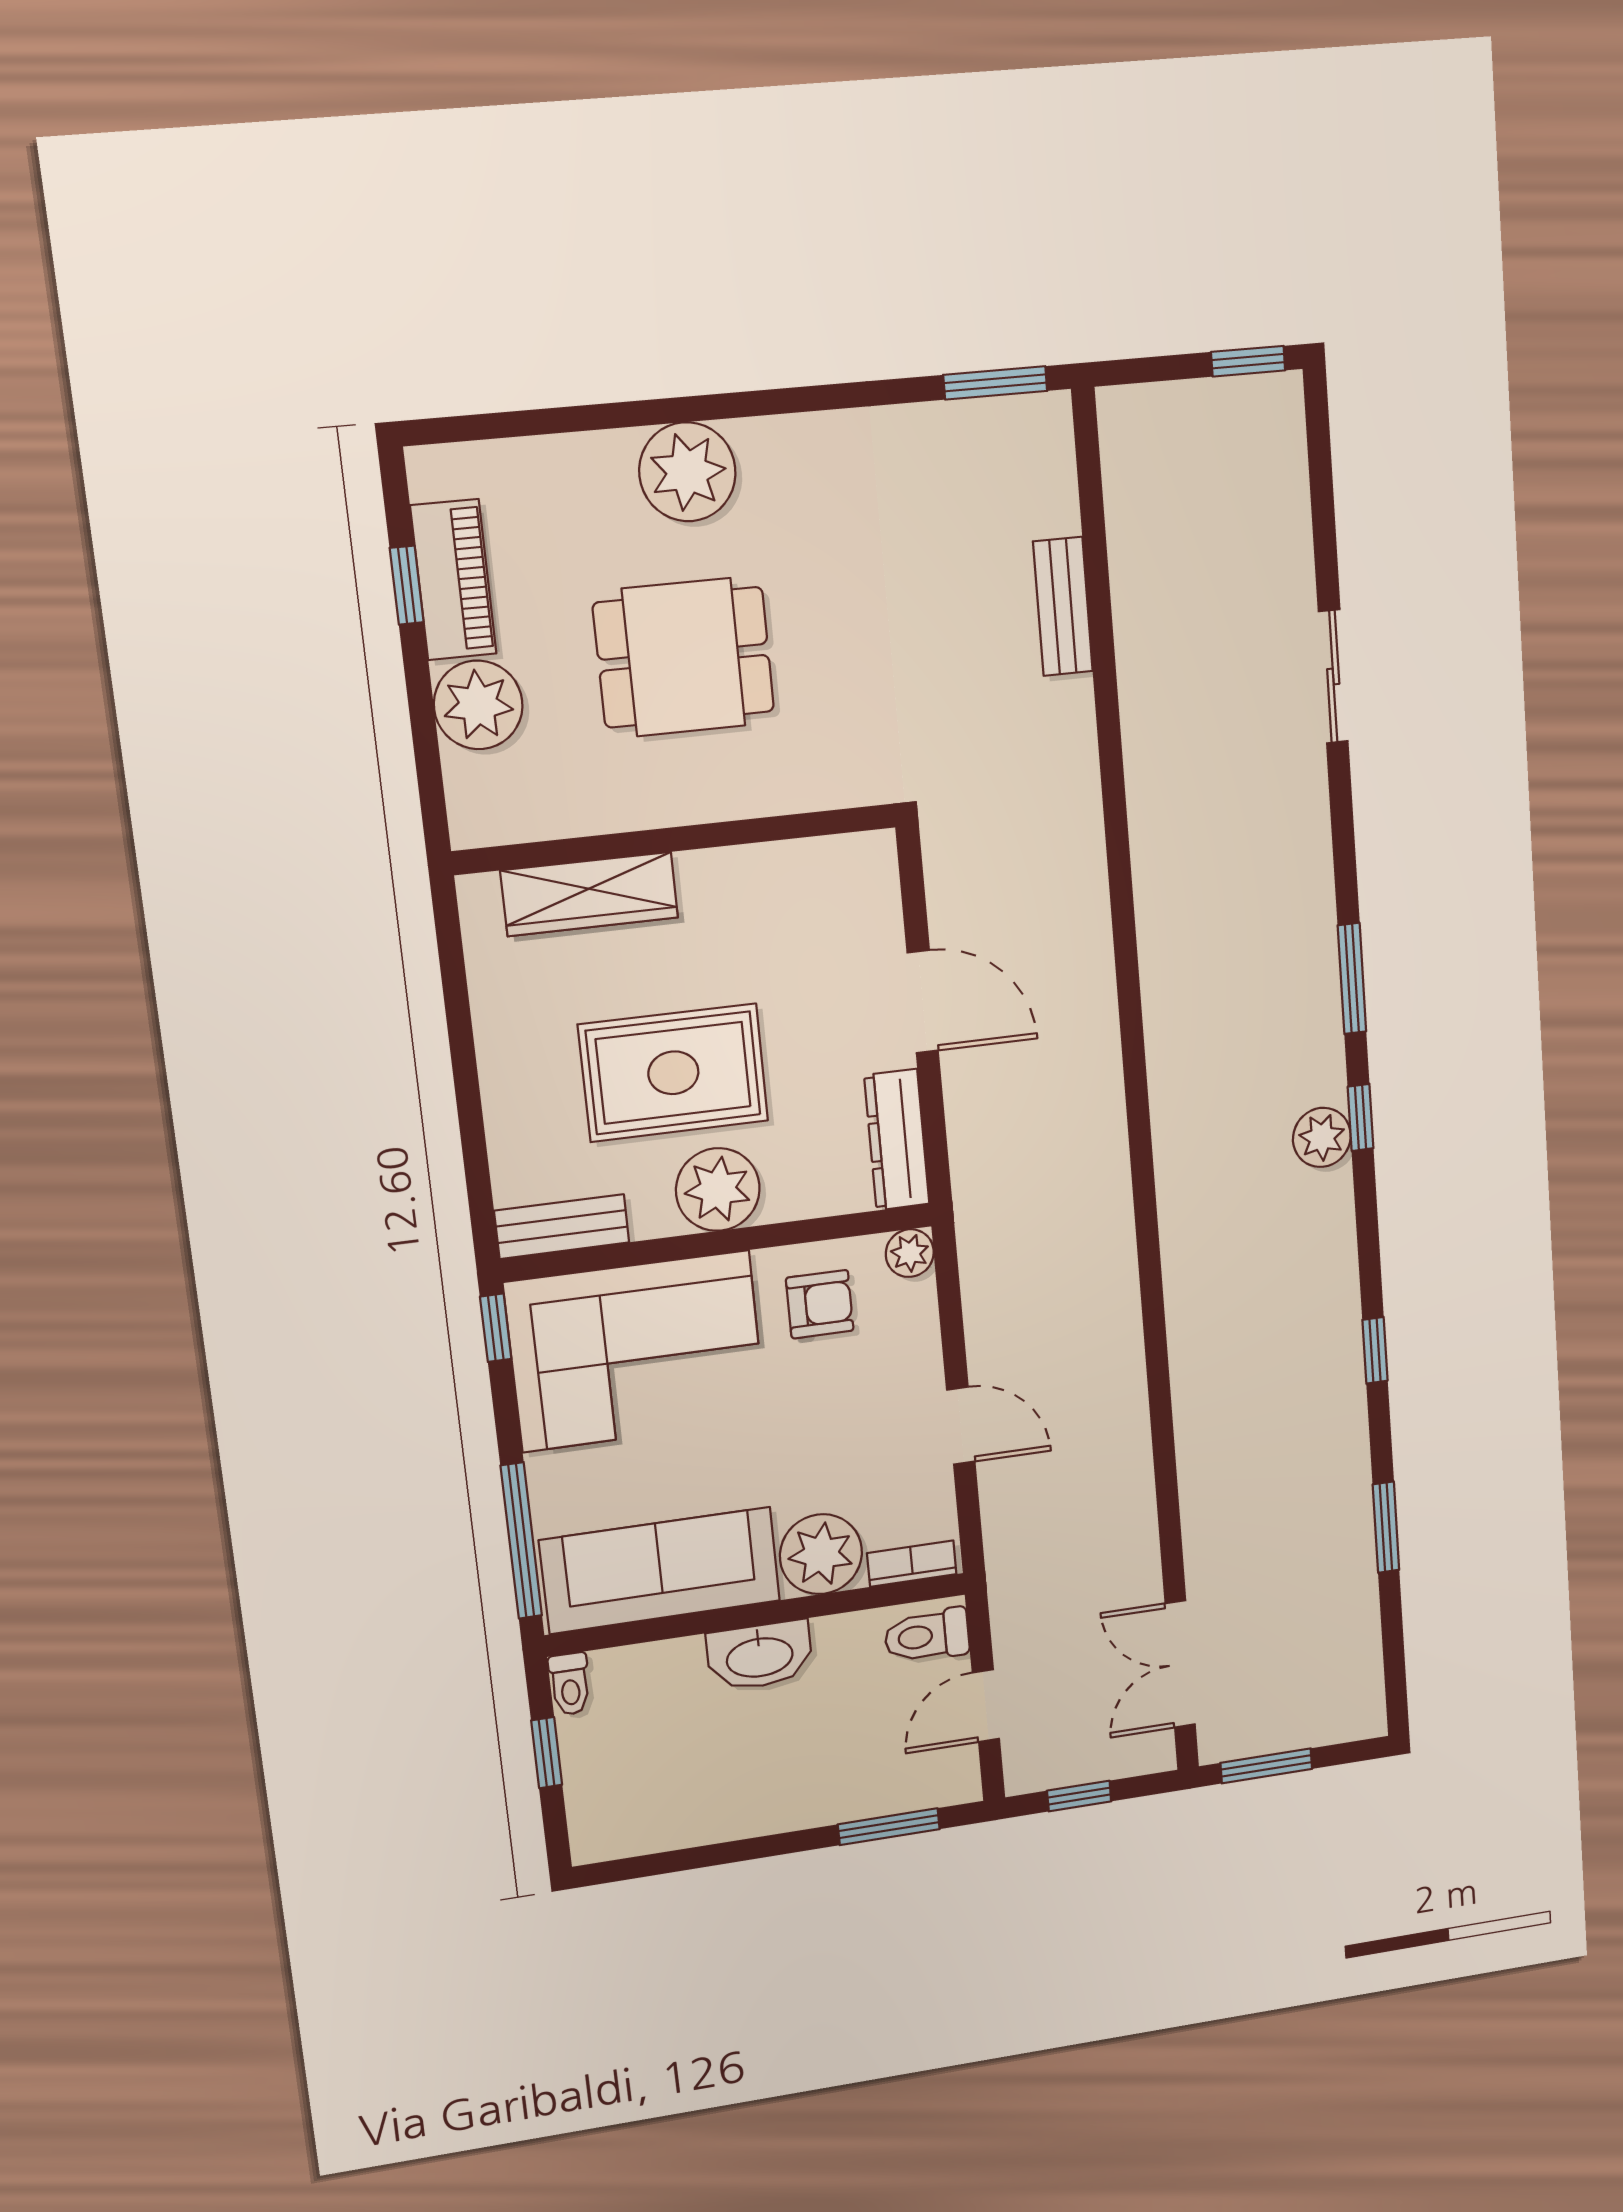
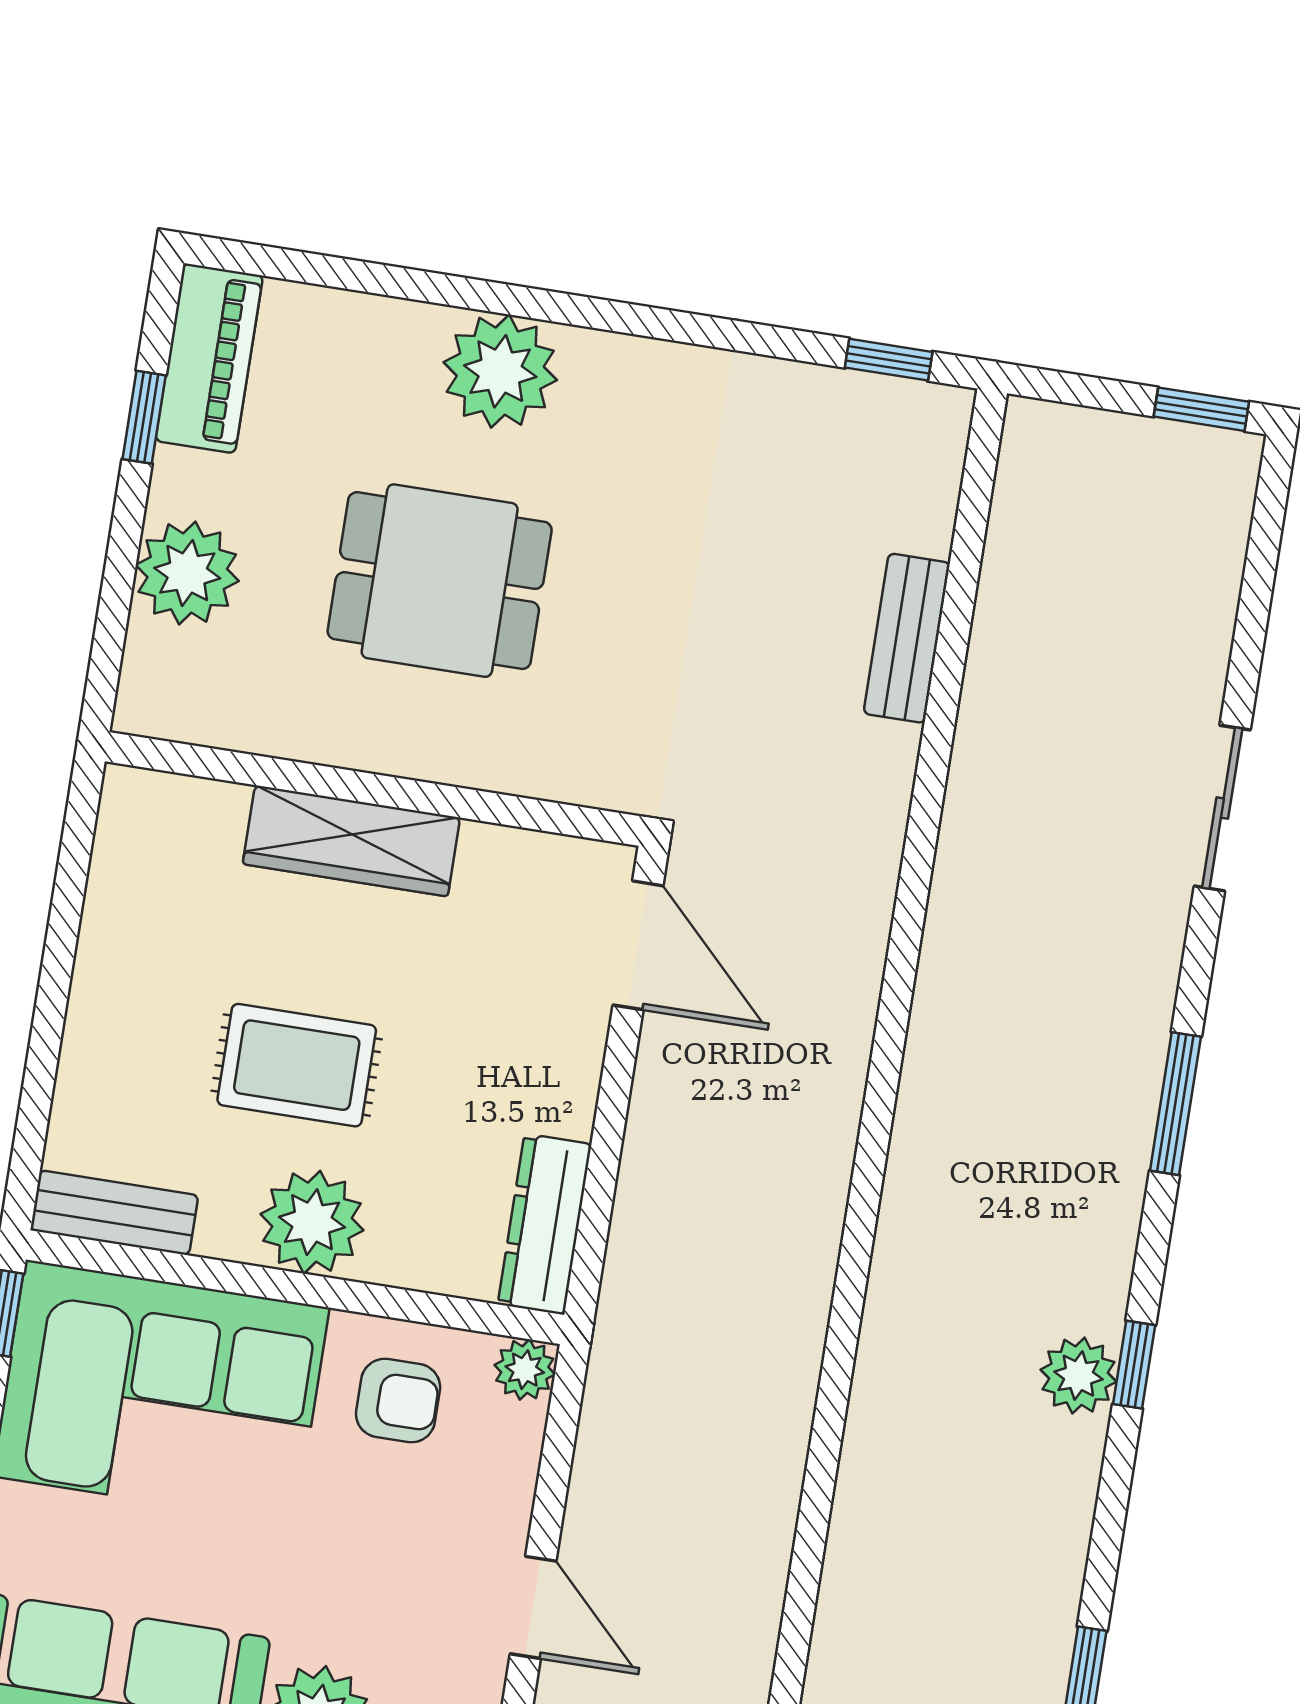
window: (995, 383) -> (889, 360), width x0.67
piano: (453, 580) -> (209, 358), moved
wardrobe: (589, 894) -> (351, 841), moved
window: (1352, 978) -> (1175, 1104), moved
door: (923, 1002) -> (638, 945), moved
rug: (673, 1073) -> (297, 1065), width x0.73, depth x0.70

